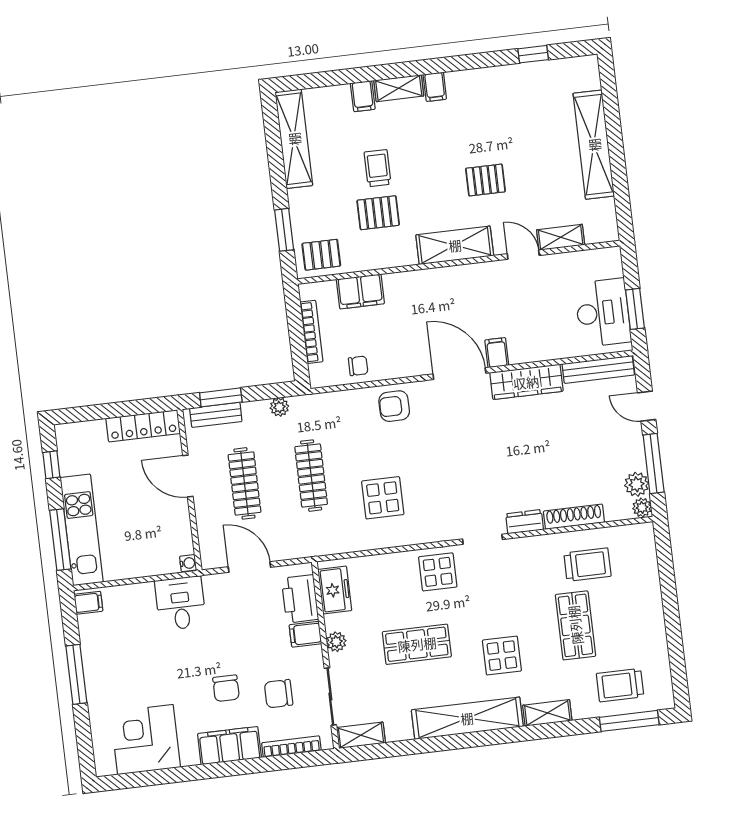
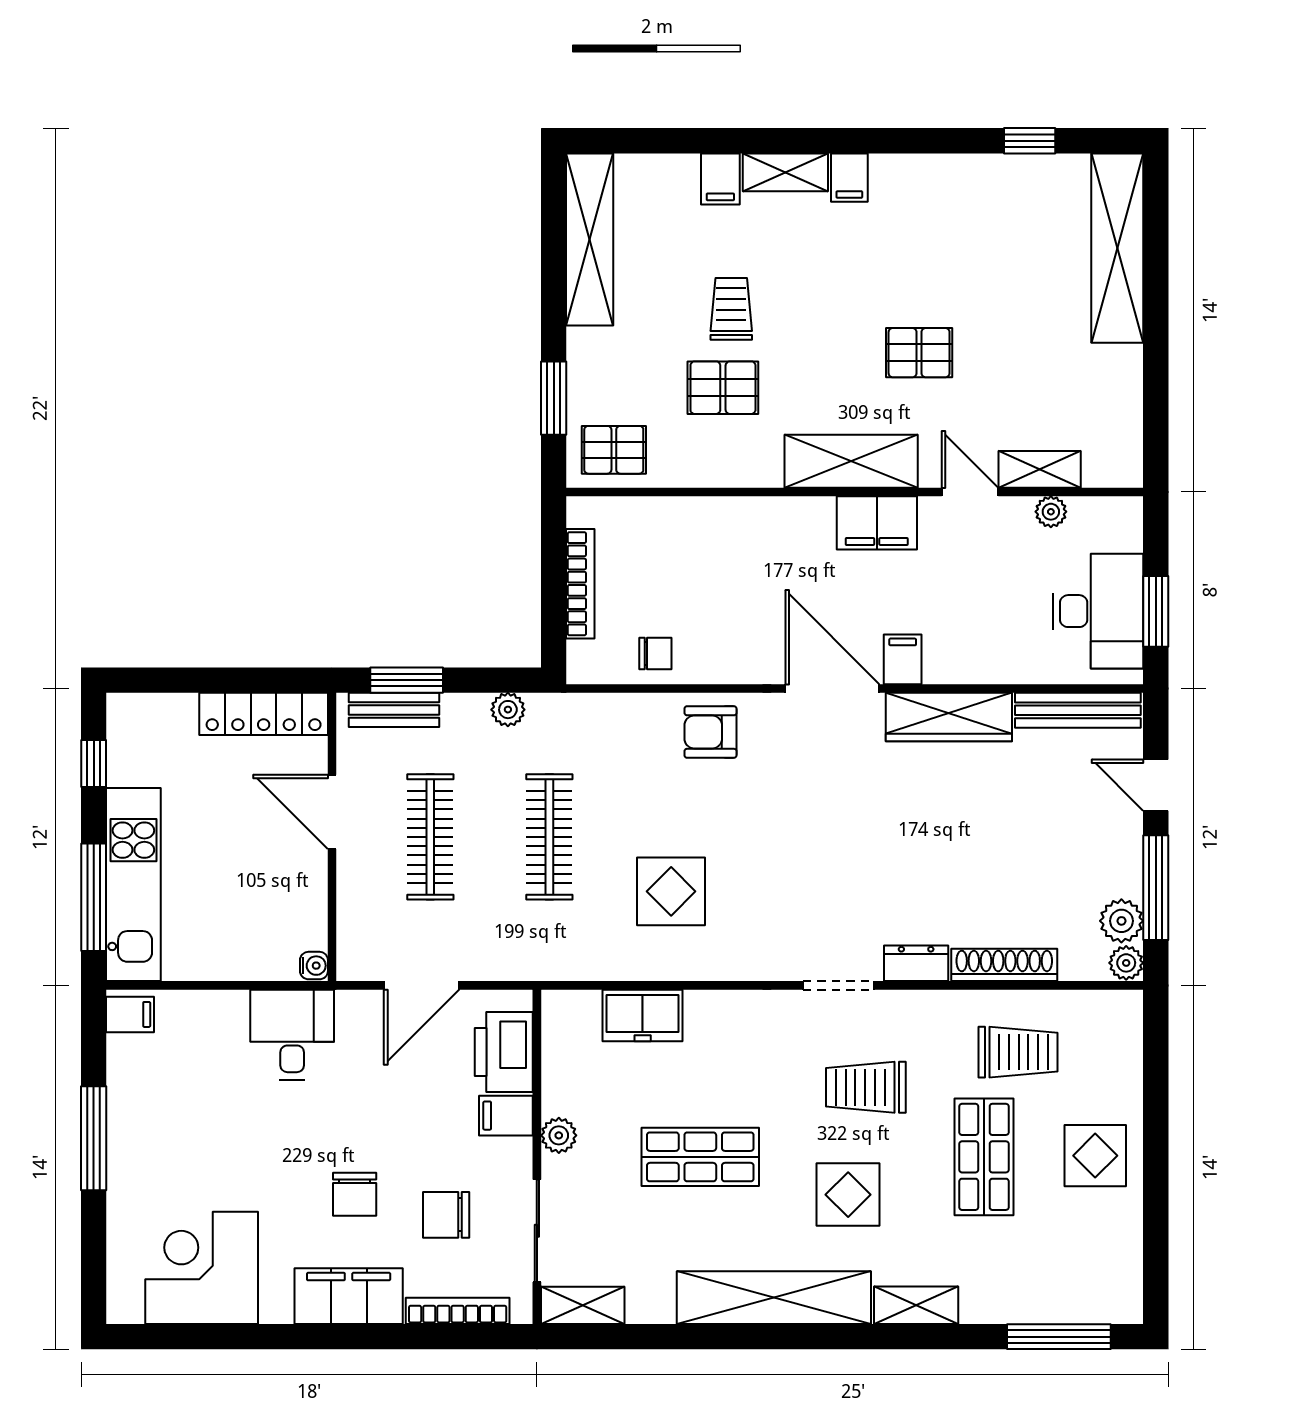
shelving: (594, 145) -> (1117, 248), moved
plant: (570, 260) -> (1051, 512), added
filing cabinet: (360, 292) -> (877, 523), moved
door: (249, 567) -> (421, 985), swing flipped
display table: (438, 572) -> (1095, 1156), moved
freezer: (335, 590) -> (643, 1015), moved, turned 90
trolley: (620, 685) -> (866, 1087), moved

